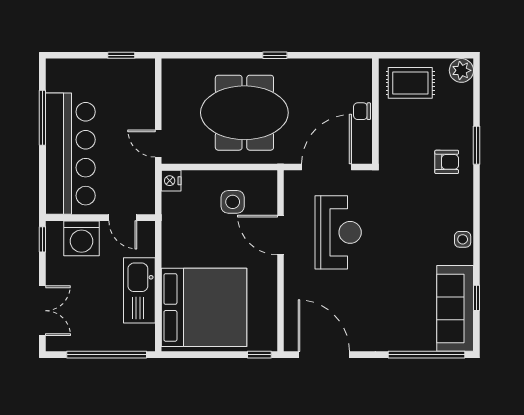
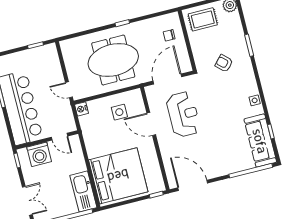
chair: (362, 111) -> (169, 35), moved
armchair: (447, 162) -> (224, 63), moved, turned -137
kitchen sink: (139, 290) -> (83, 191), moved

